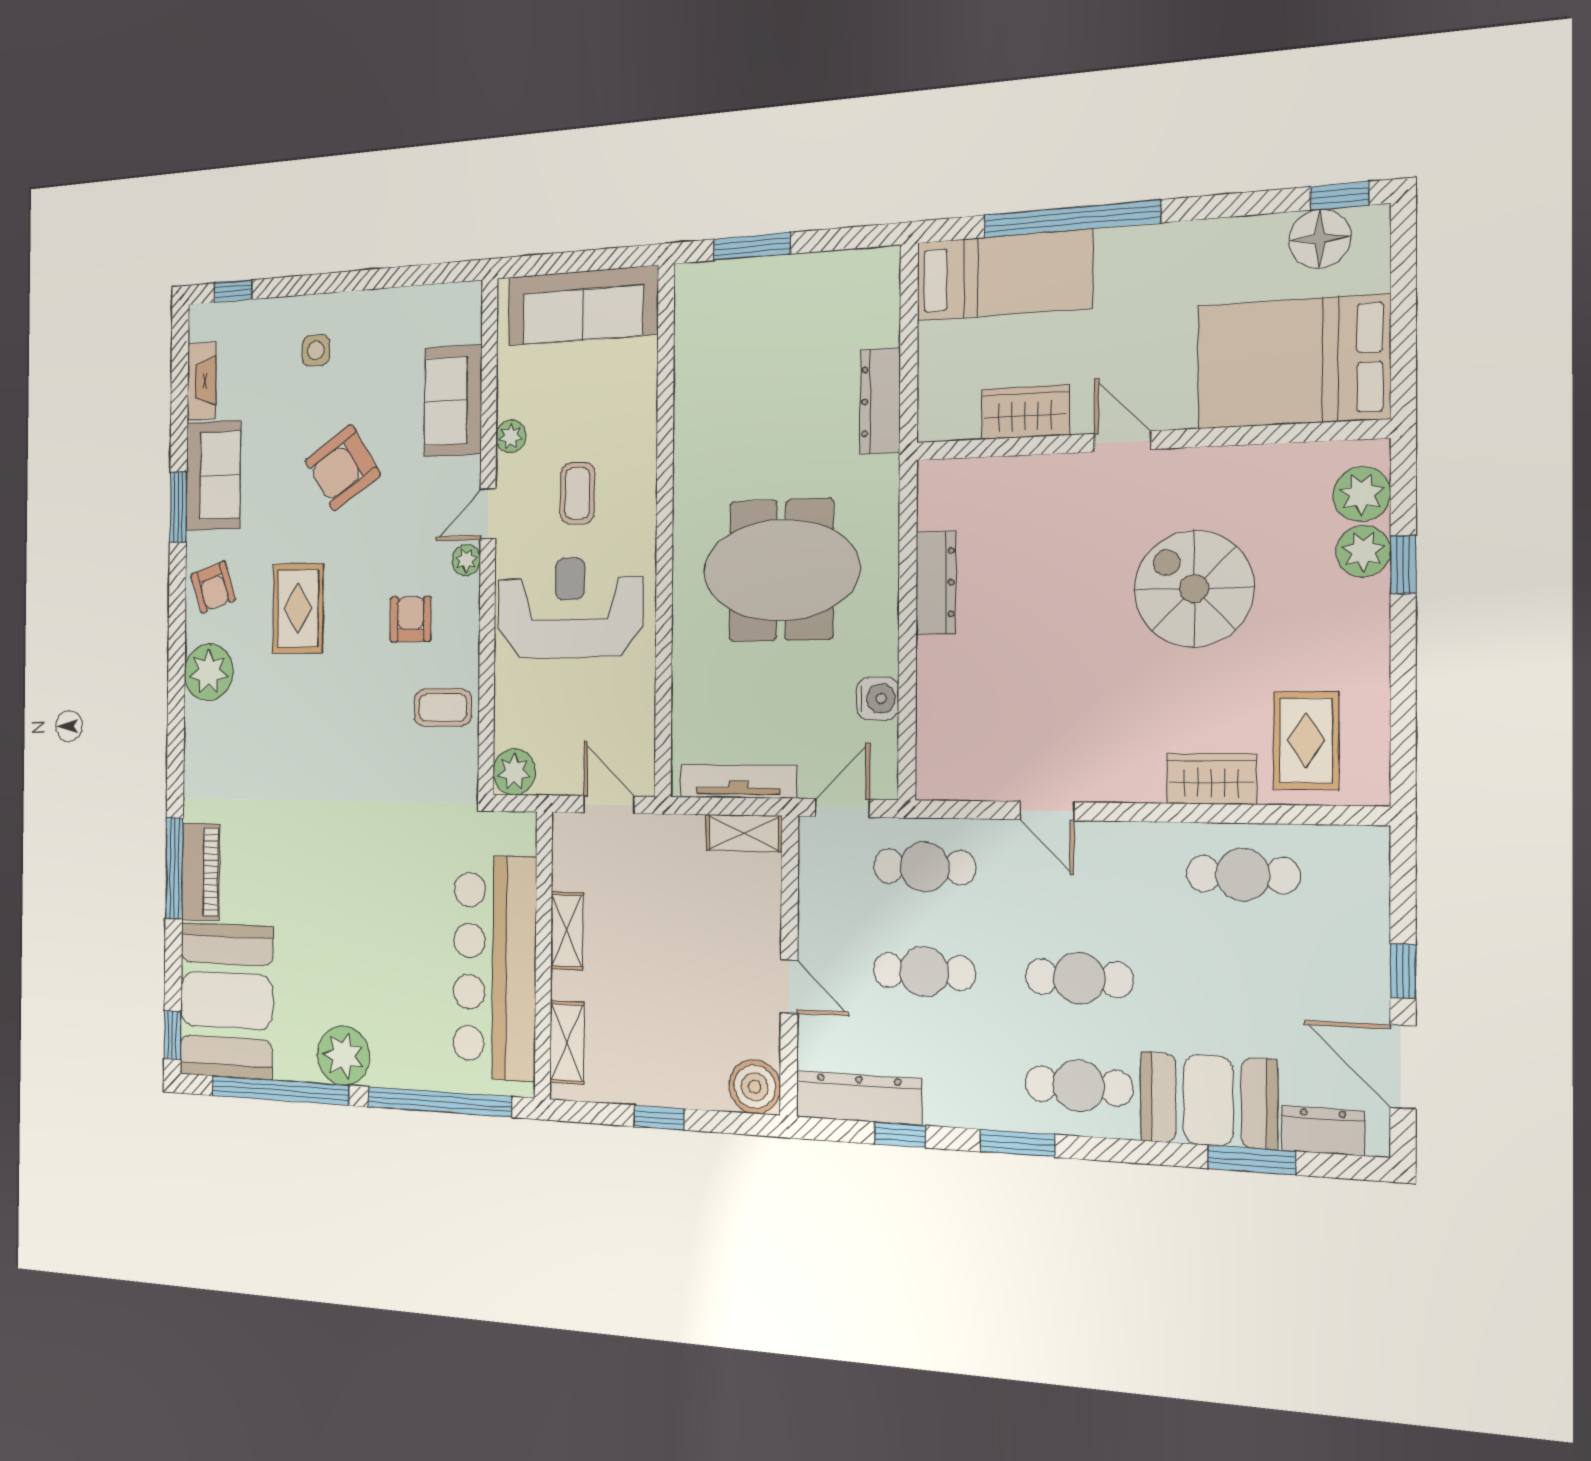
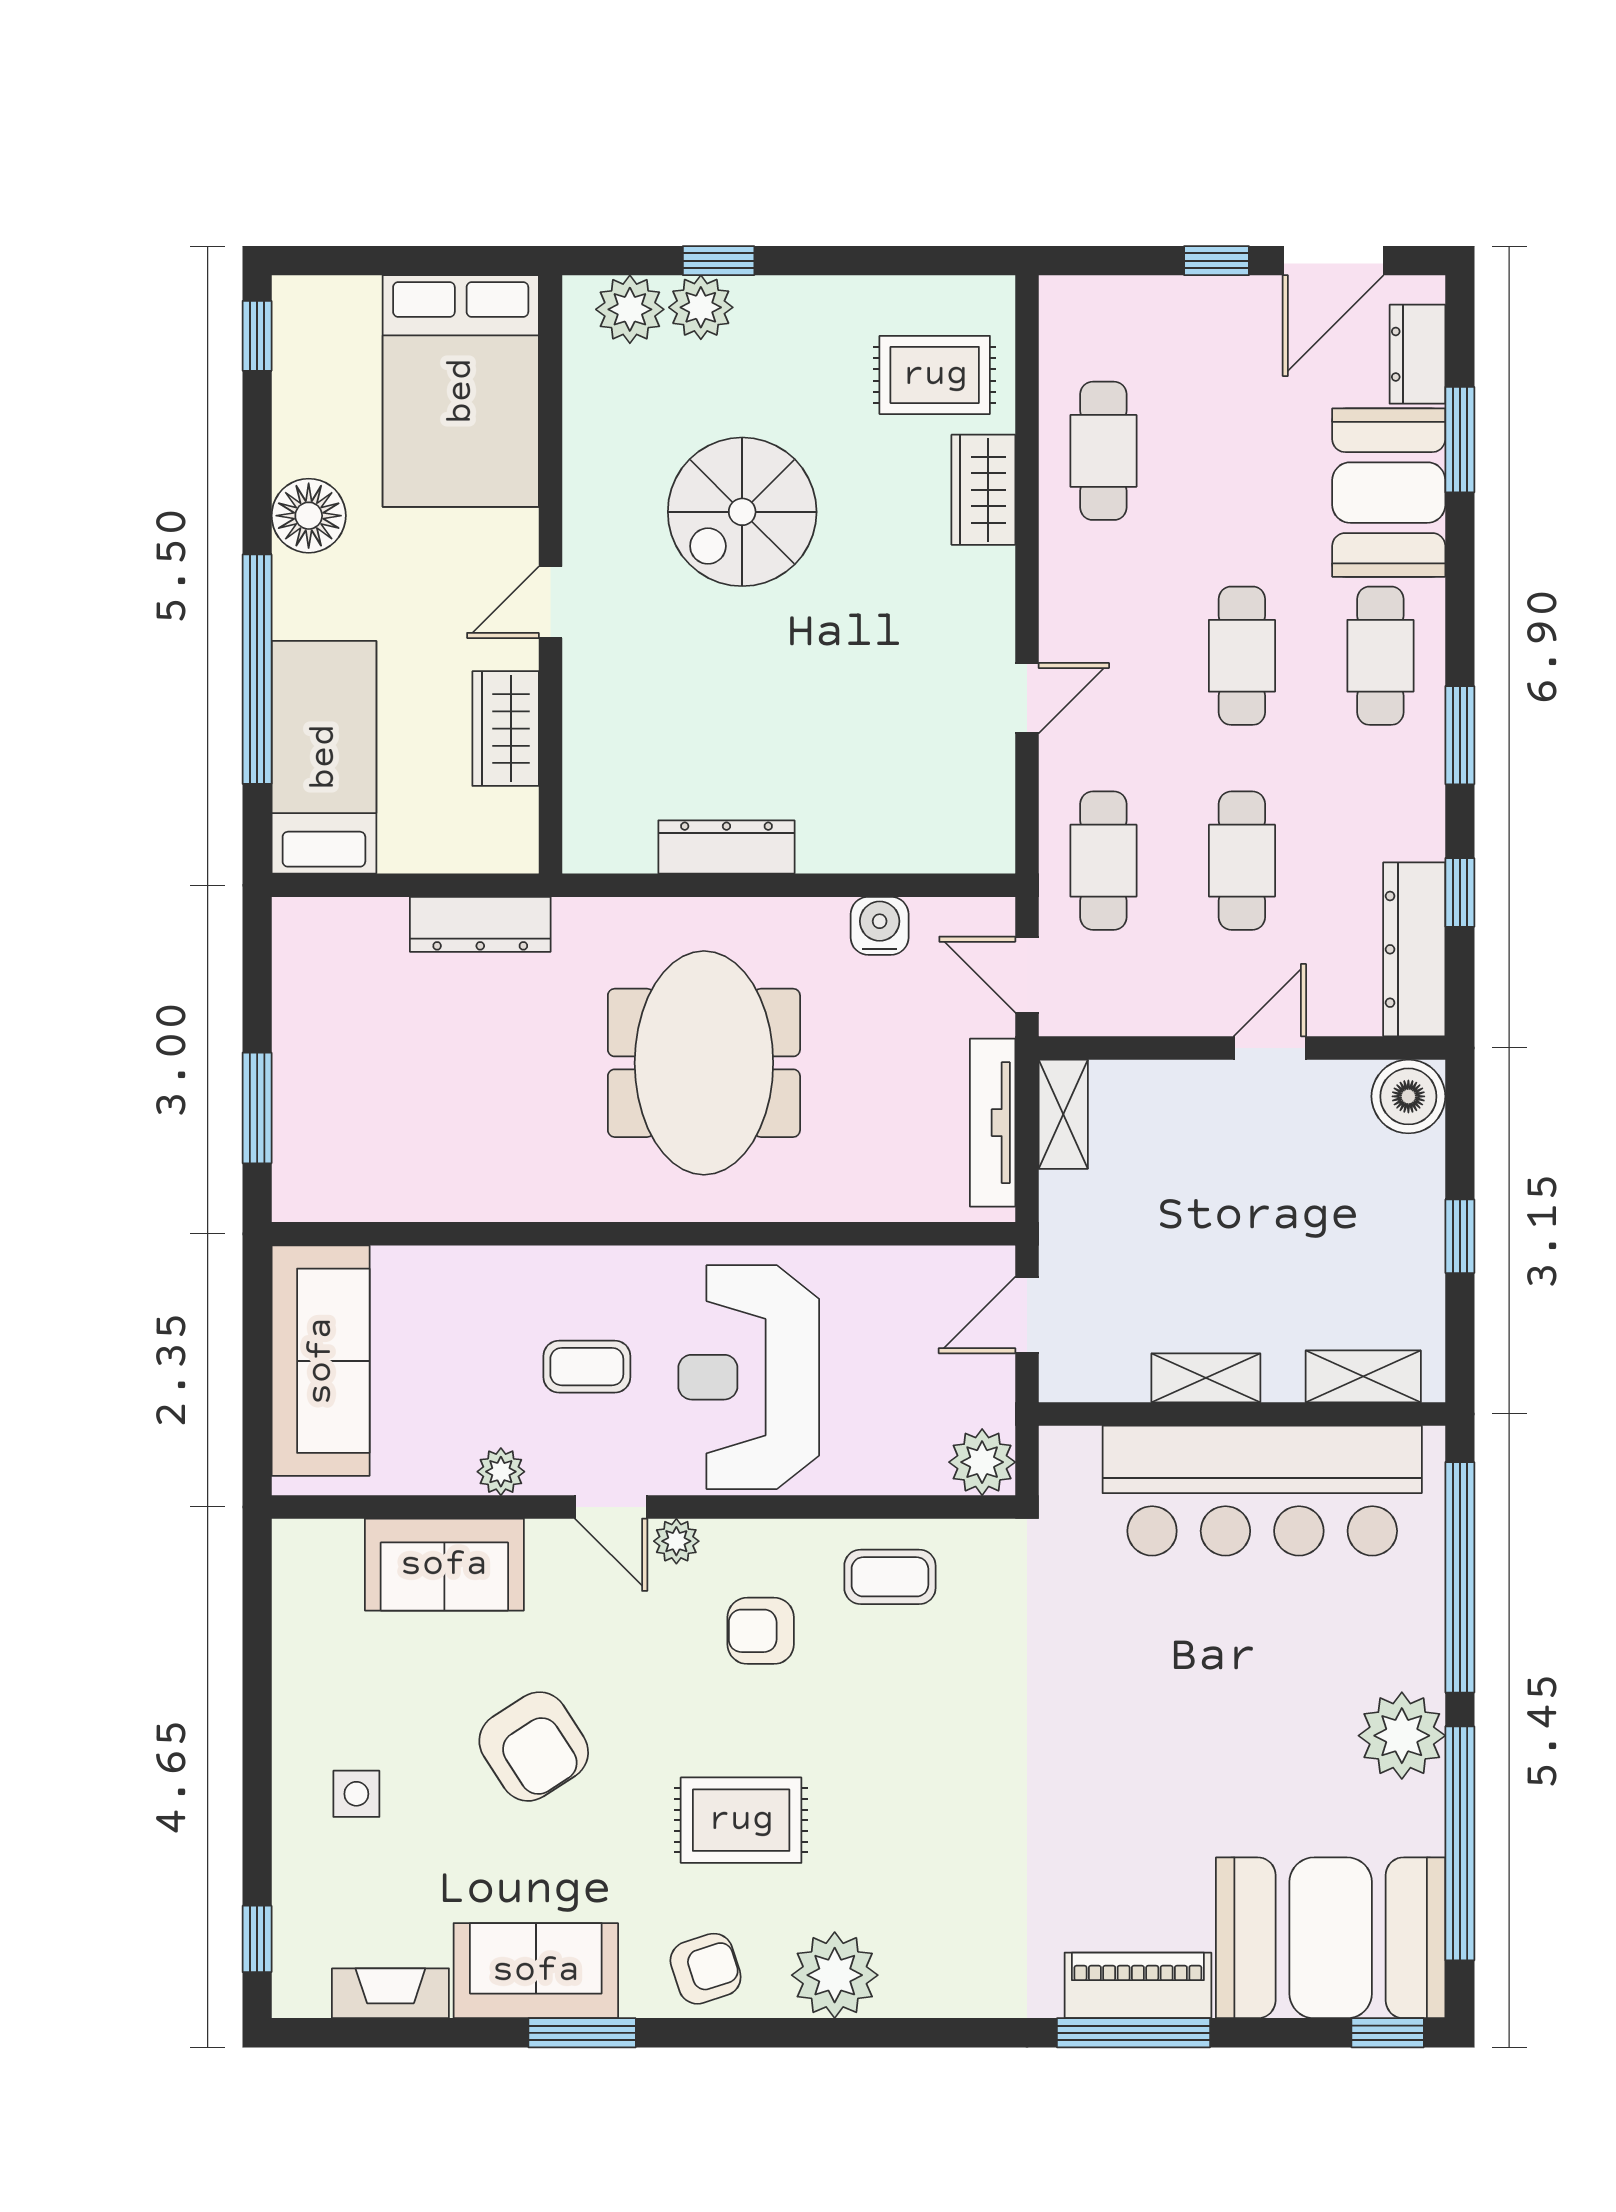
floor lamp: (1320, 239) -> (309, 516), moved
coffee table: (443, 708) -> (890, 1577), turned 90

